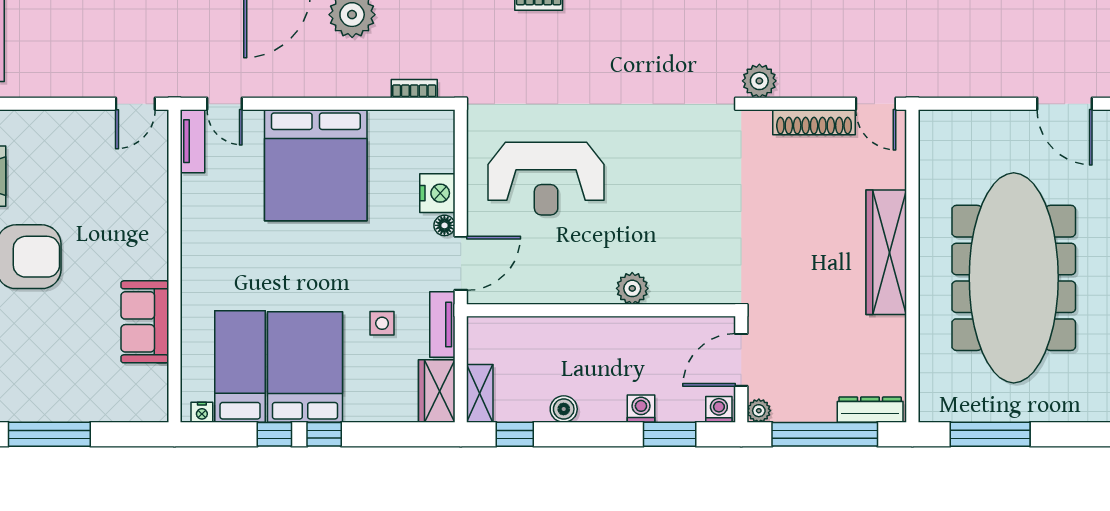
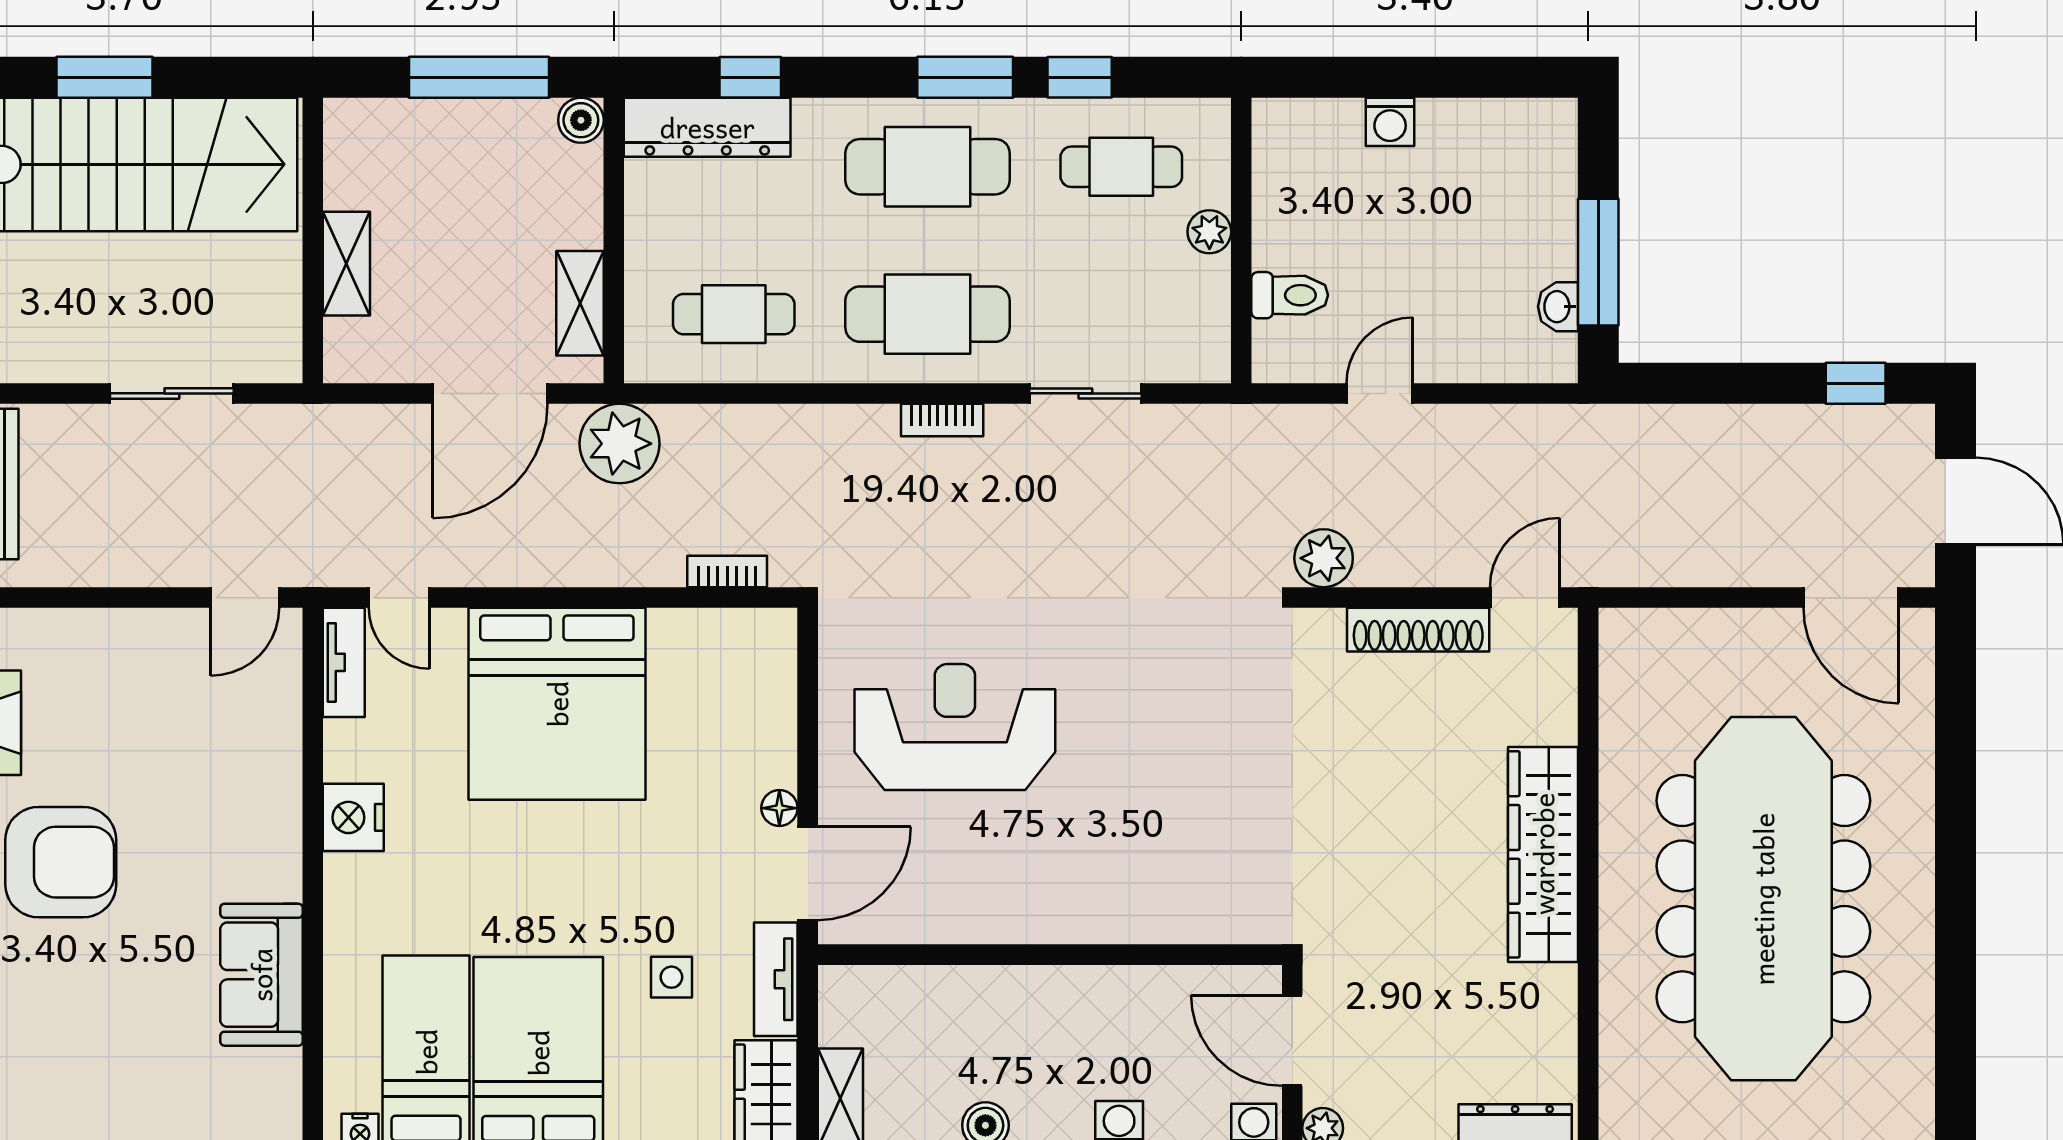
door: (876, 104) -> (1525, 598), swing flipped
reception desk: (546, 179) -> (955, 727), turned 180
nightstand: (437, 193) -> (353, 817), moved, turned 180
plant: (632, 288) -> (1104, 917), removed
door: (741, 360) -> (1292, 1041), hinge flipped

